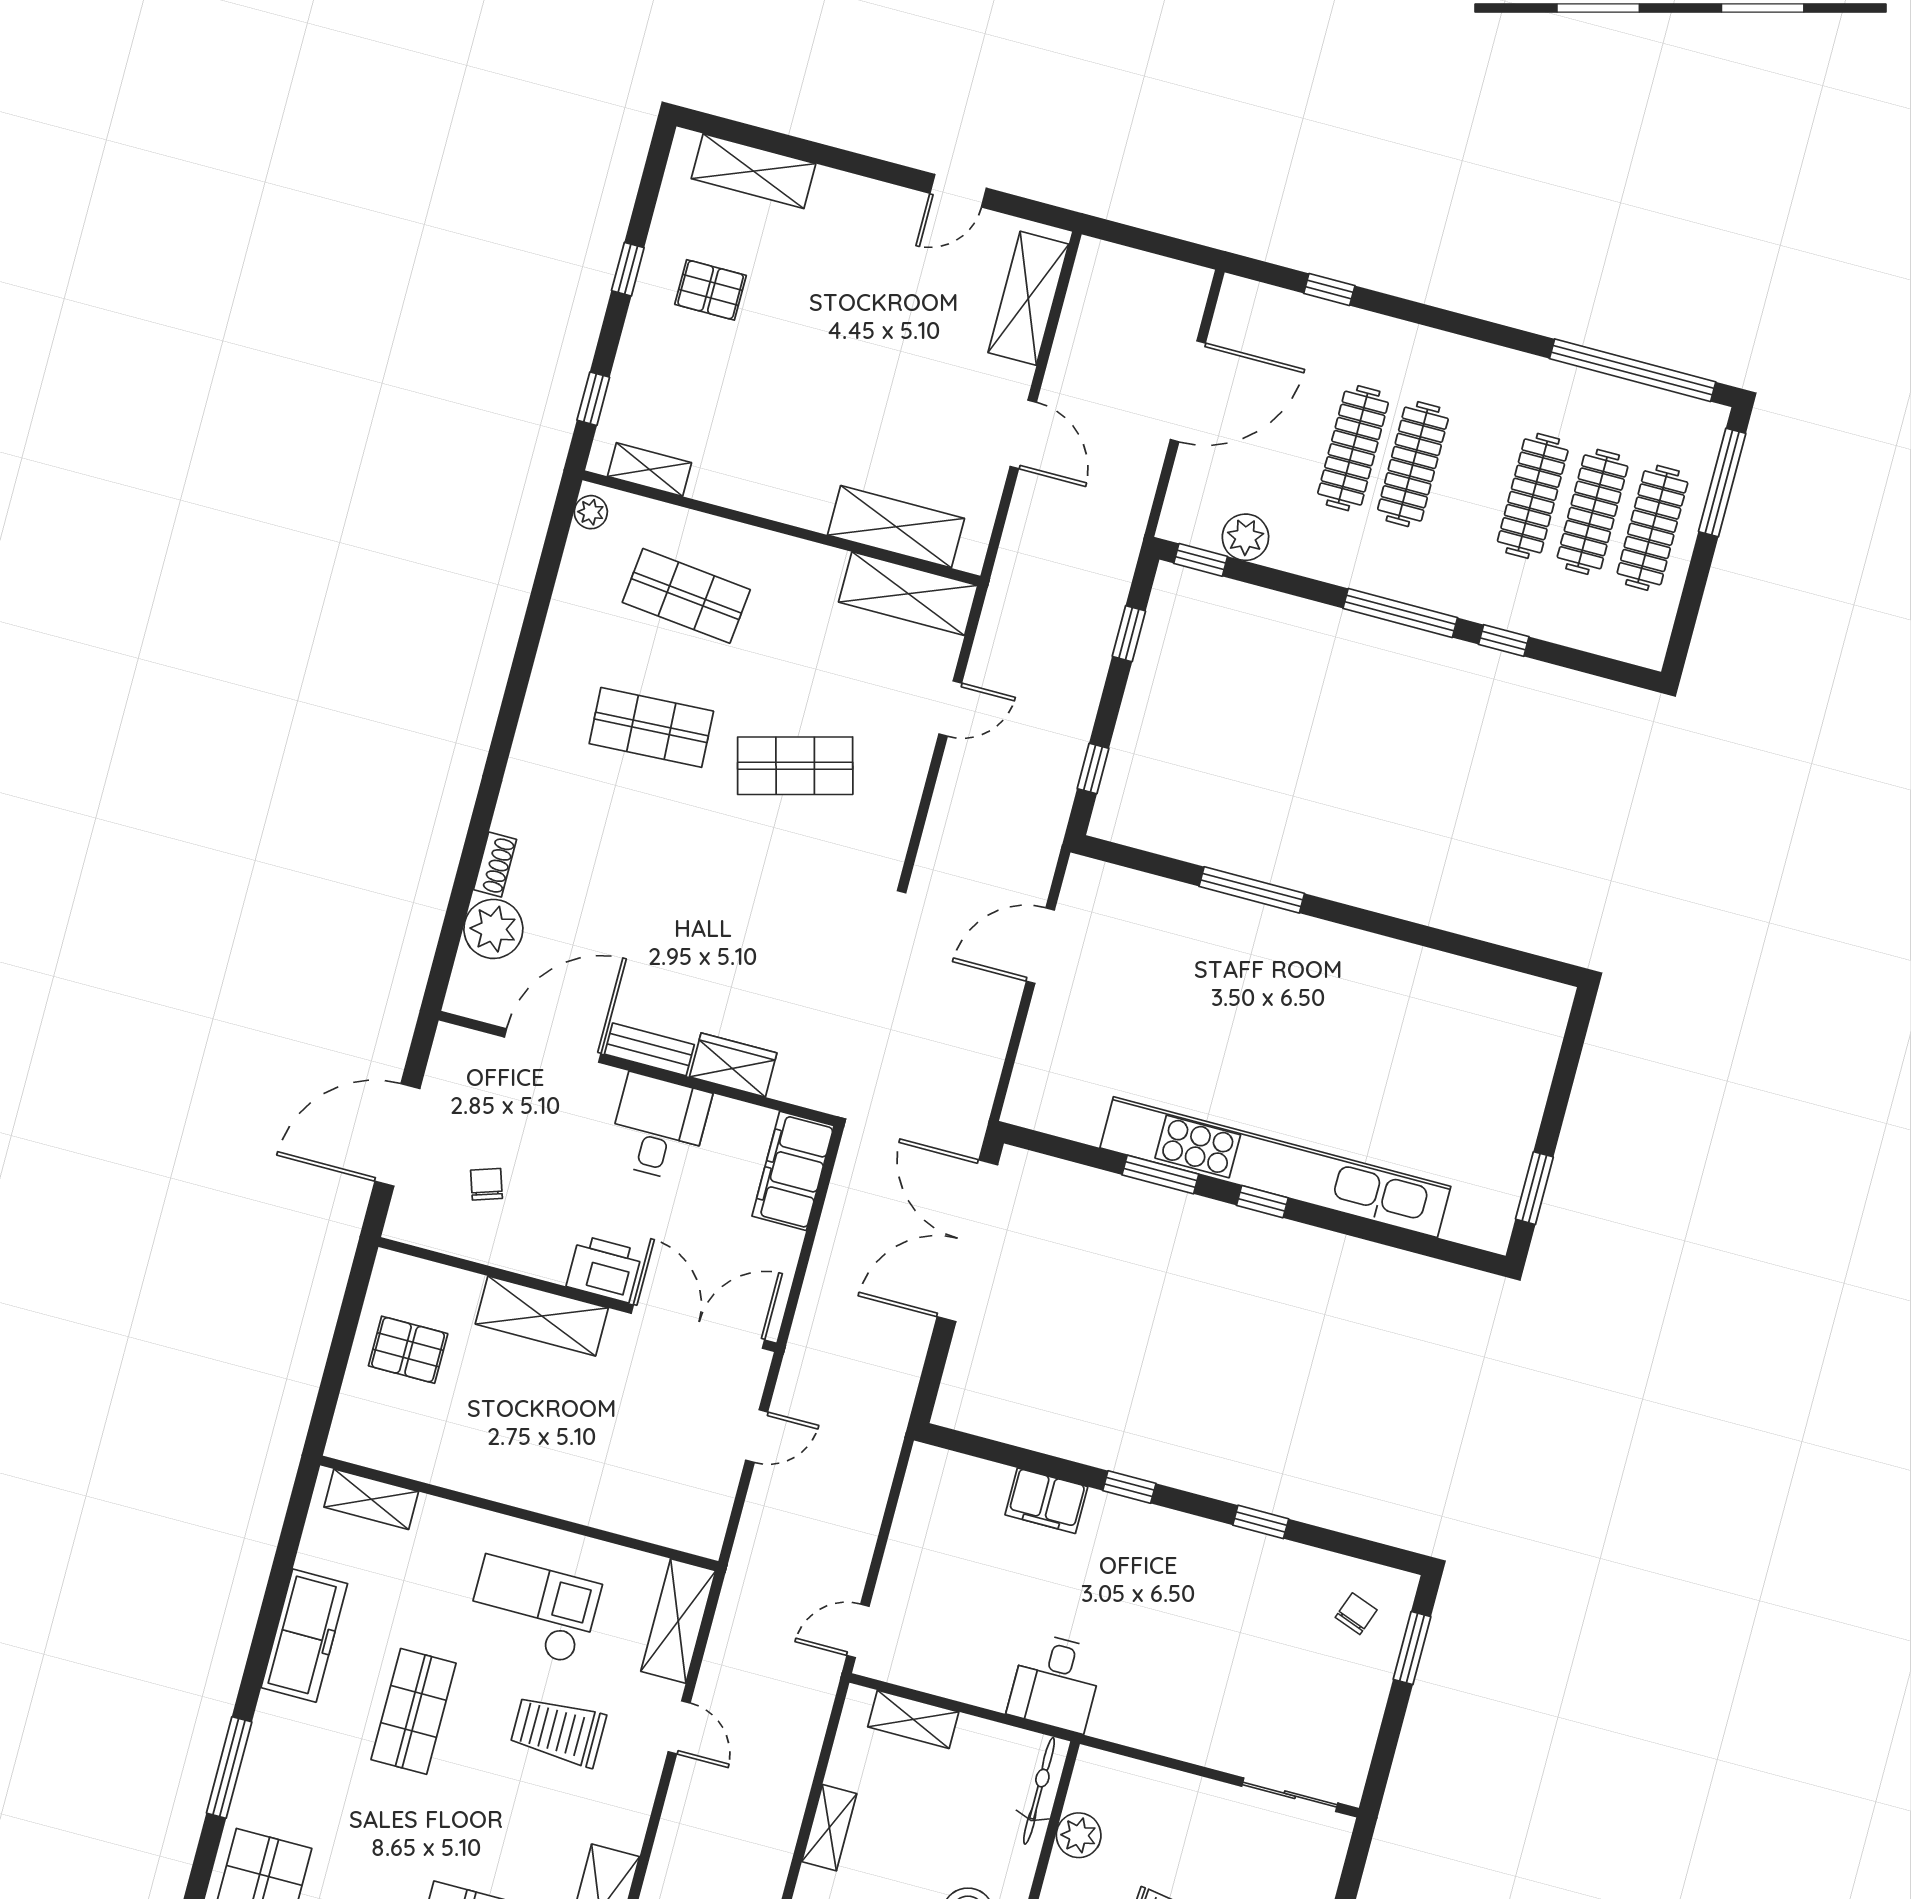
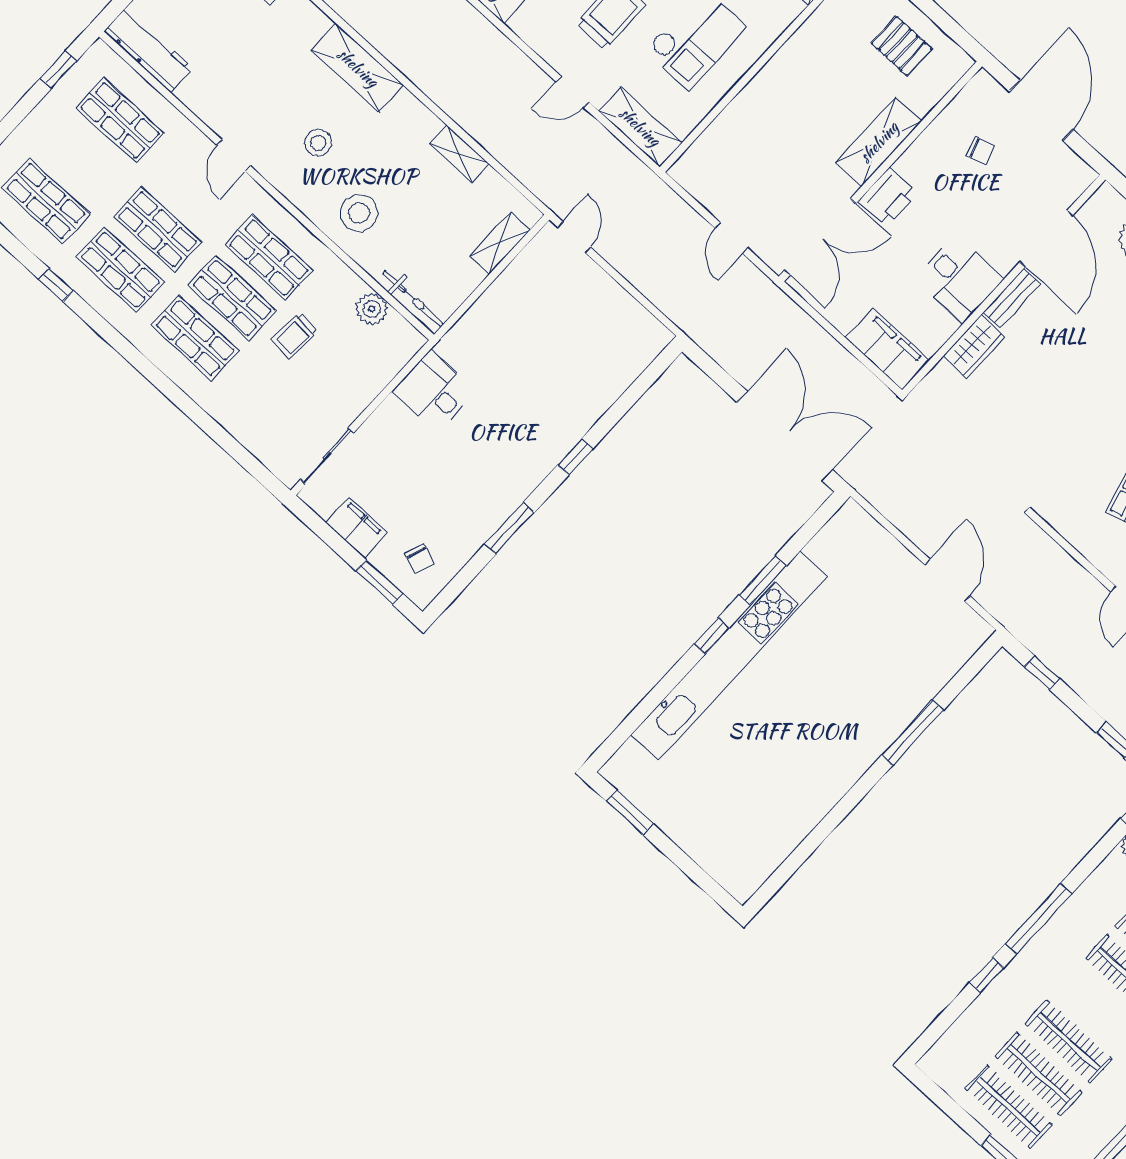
pallet: (408, 1350) -> (902, 46), turned 90
filing cabinet: (1046, 1501) -> (356, 527), moved, turned 90
window: (1261, 1522) -> (509, 528), width x1.50
desk: (1056, 1682) -> (434, 391), moved

